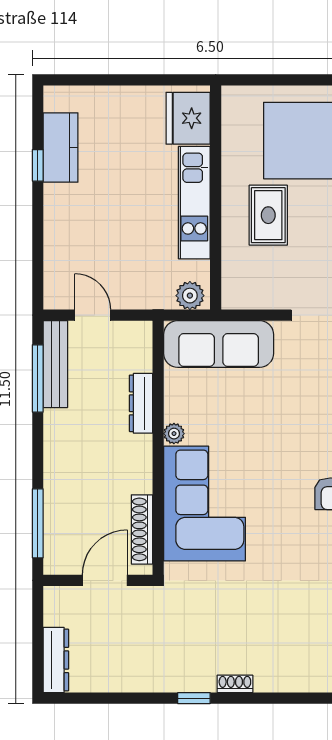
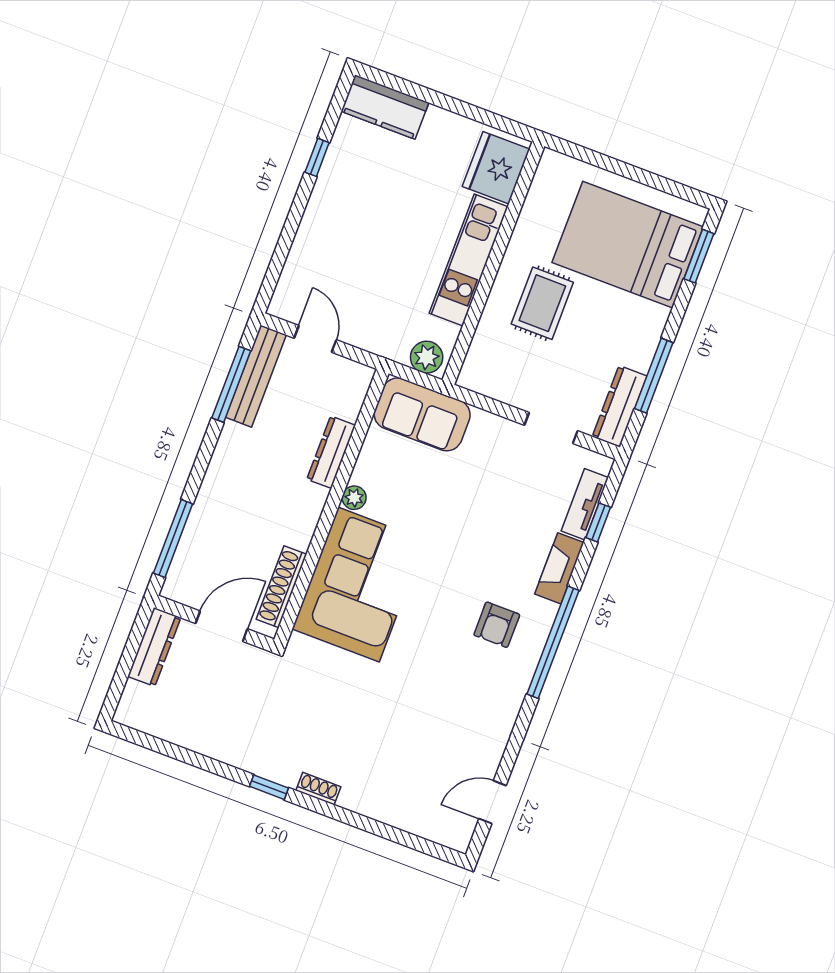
kitchen counter: (61, 147) -> (385, 107), moved, turned 90
sofa: (219, 344) -> (422, 414), width x0.73
dresser: (56, 660) -> (154, 647), moved

